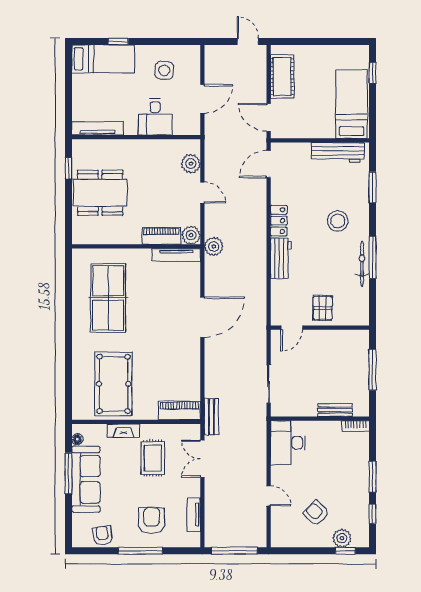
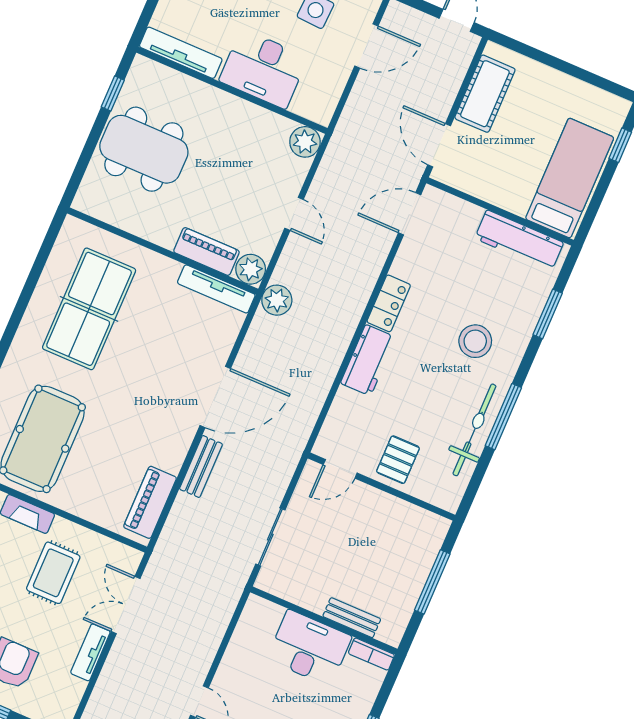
door: (202, 99) -> (366, 46), moved
desk: (155, 117) -> (263, 69), width x1.37
plant: (191, 164) -> (305, 142), moved
bicycle: (362, 264) -> (474, 430), width x1.37, depth x1.40
piano: (179, 411) -> (150, 502), moved, turned -90
bench: (211, 417) -> (201, 466), moved
desk: (288, 443) -> (309, 648), moved, turned 90
tv unit: (194, 515) -> (90, 652), moved

